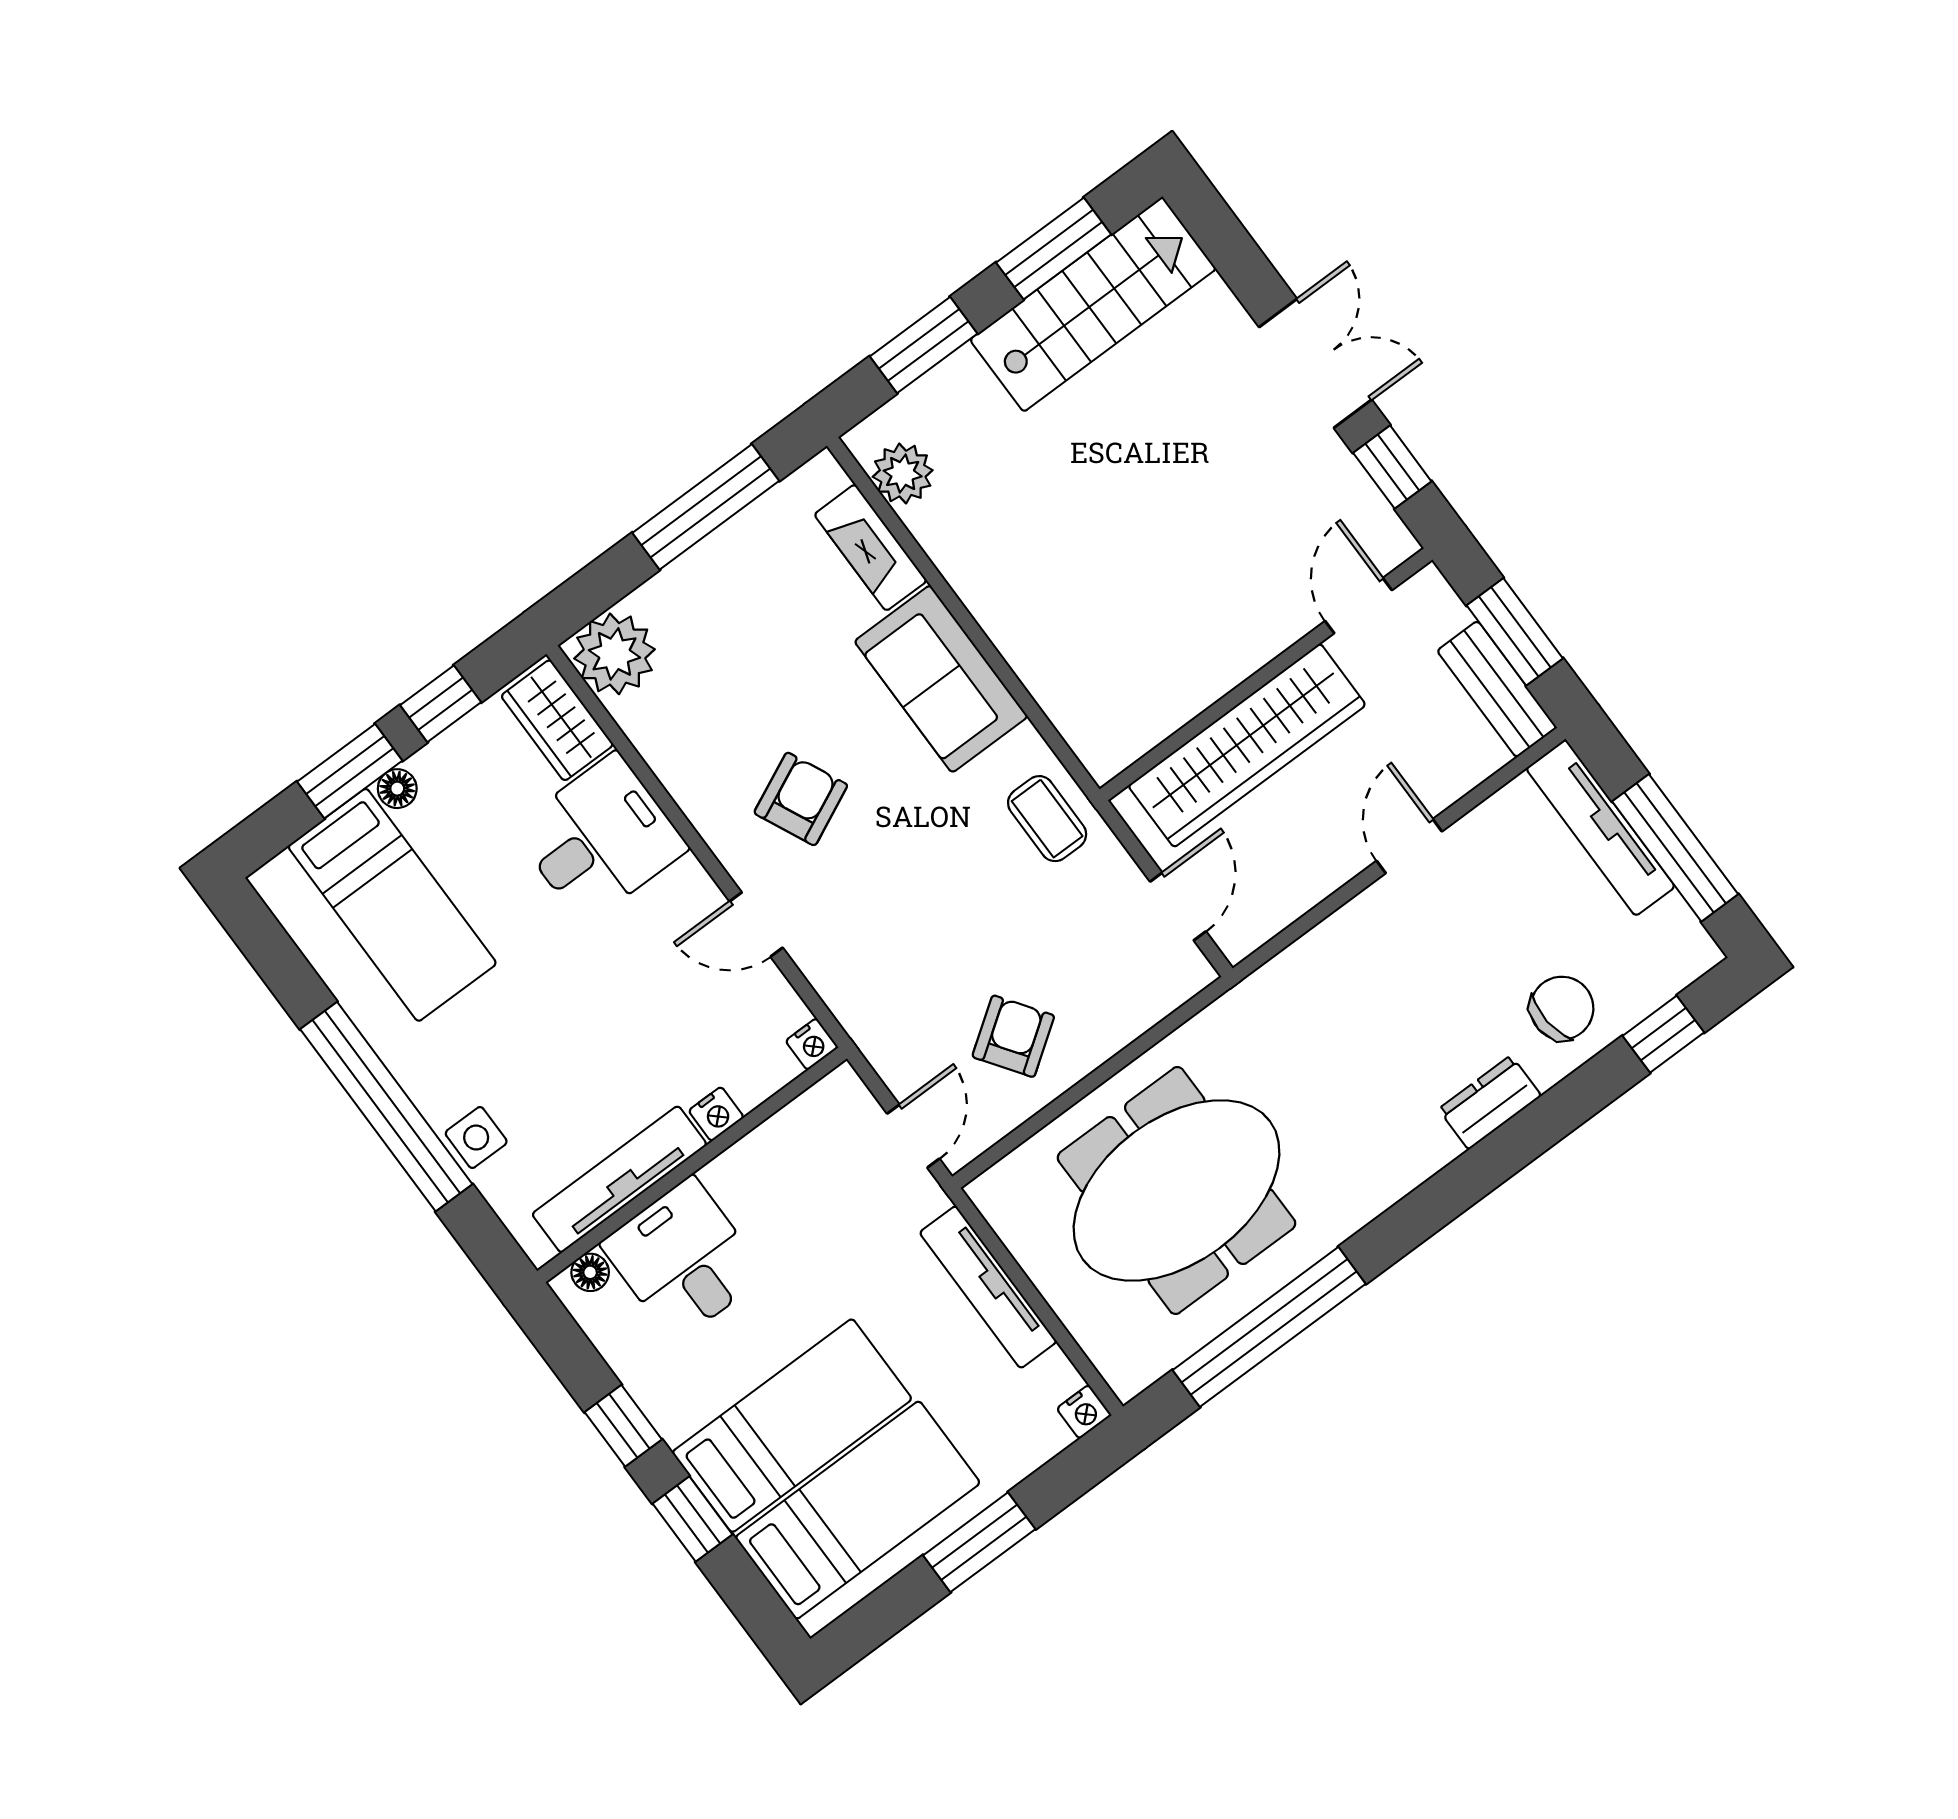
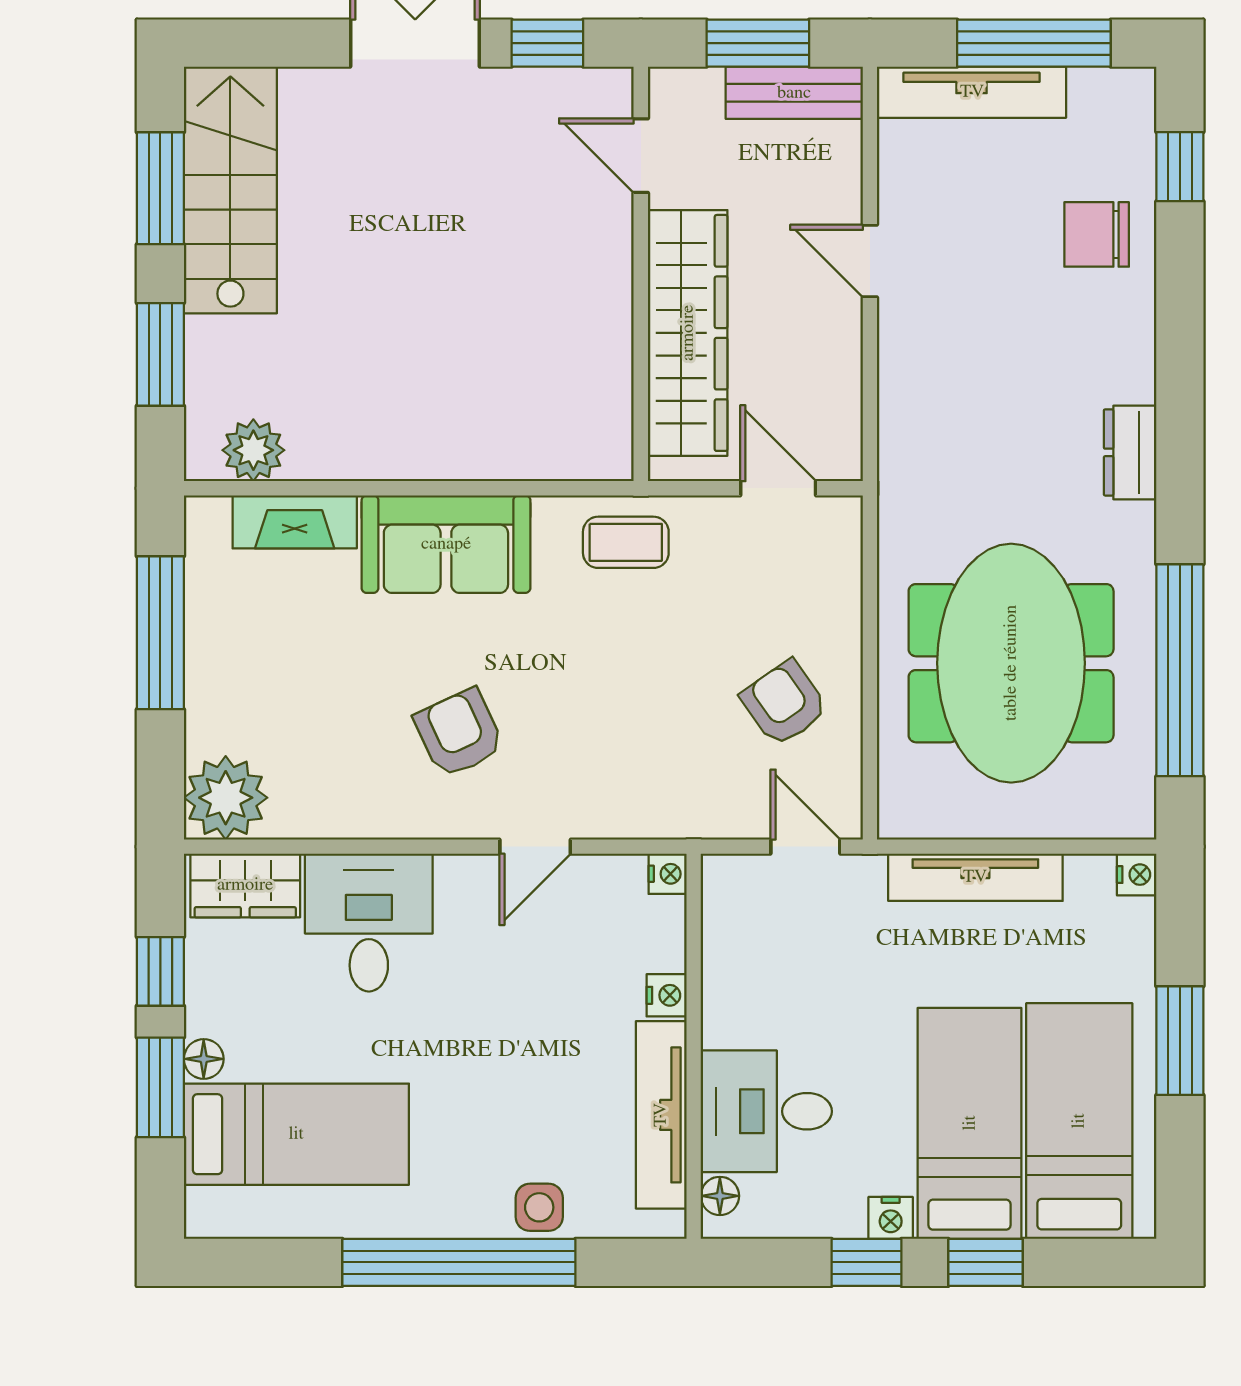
chair: (1562, 1008) -> (1097, 234), turned -85
dresser: (1490, 1102) -> (1130, 452), moved
nightstand: (672, 1419) -> (891, 1218), added

